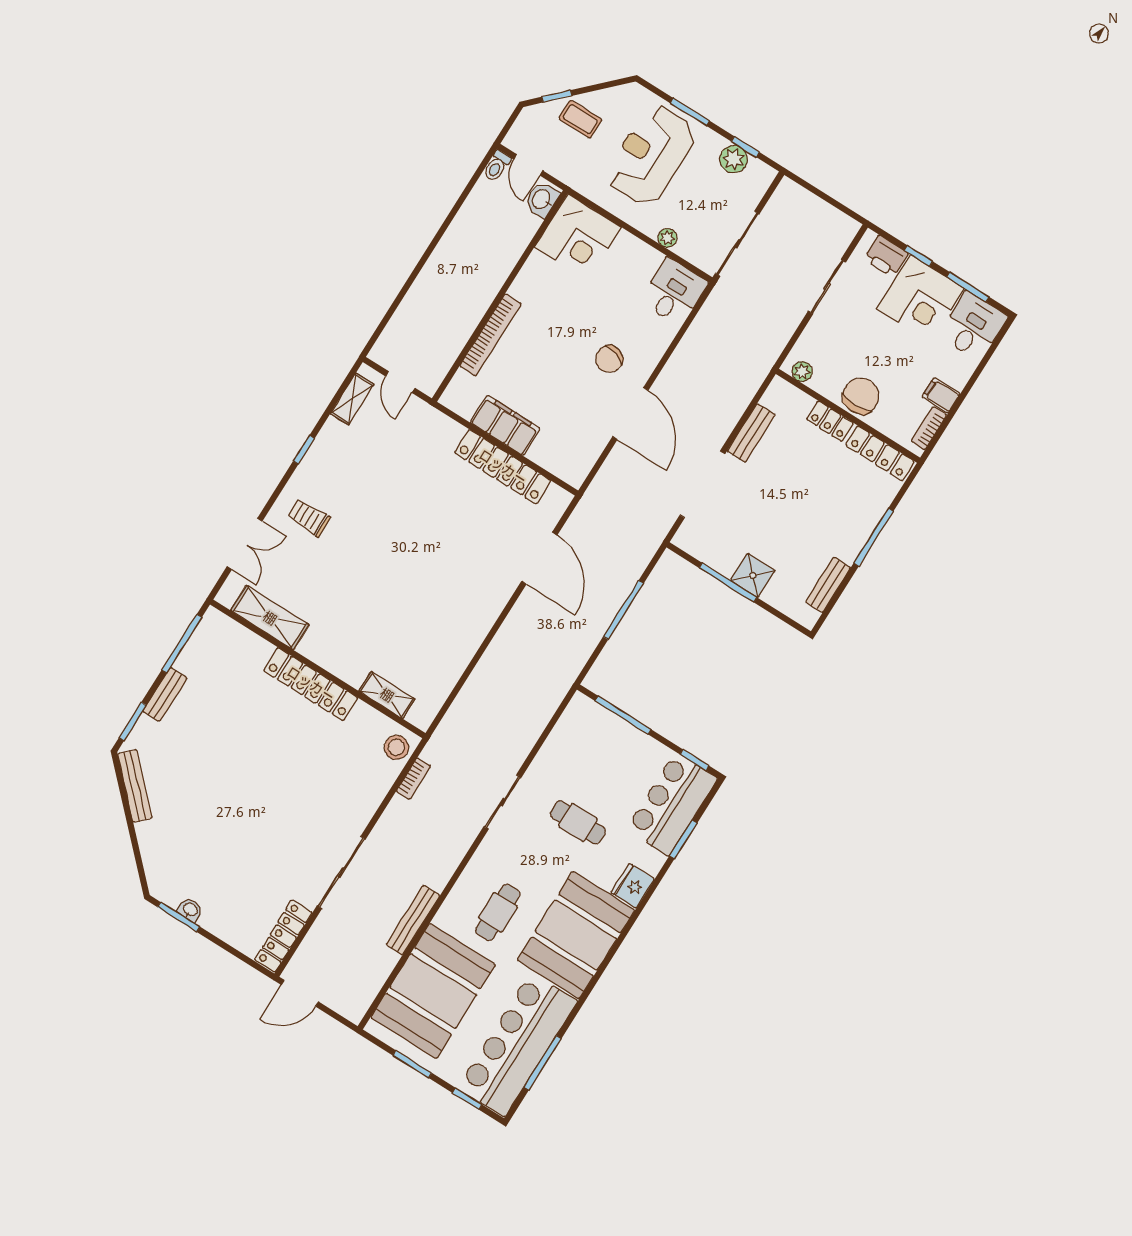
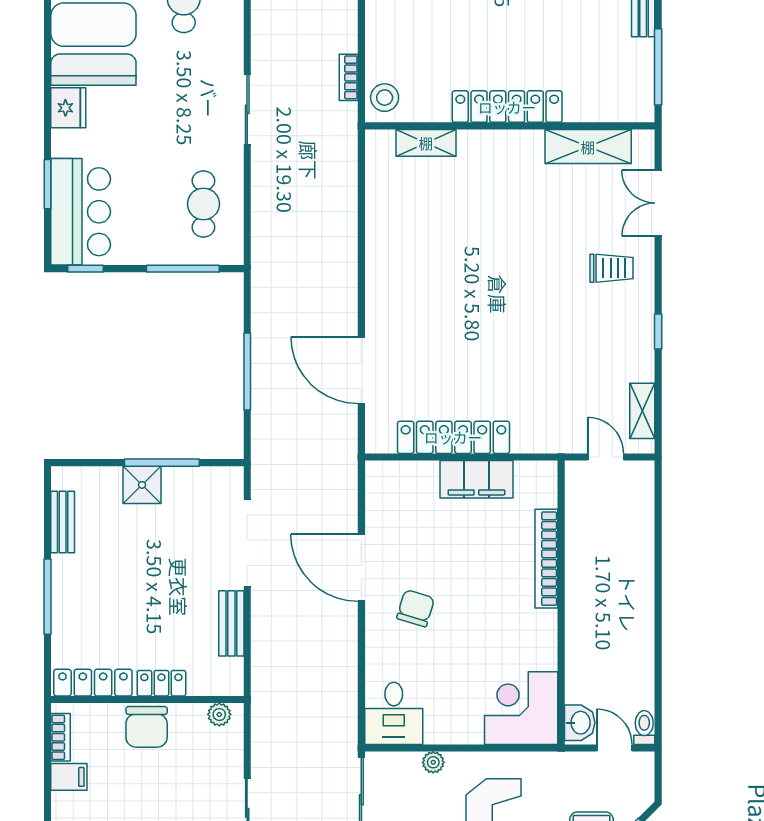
cafe table: (578, 823) -> (203, 204), moved, turned 90

